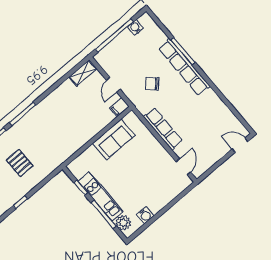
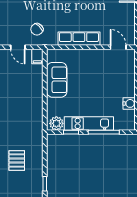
chair: (152, 84) -> (37, 29), moved
pallet: (20, 163) -> (17, 161), turned 90
plant: (123, 223) -> (56, 123), moved

